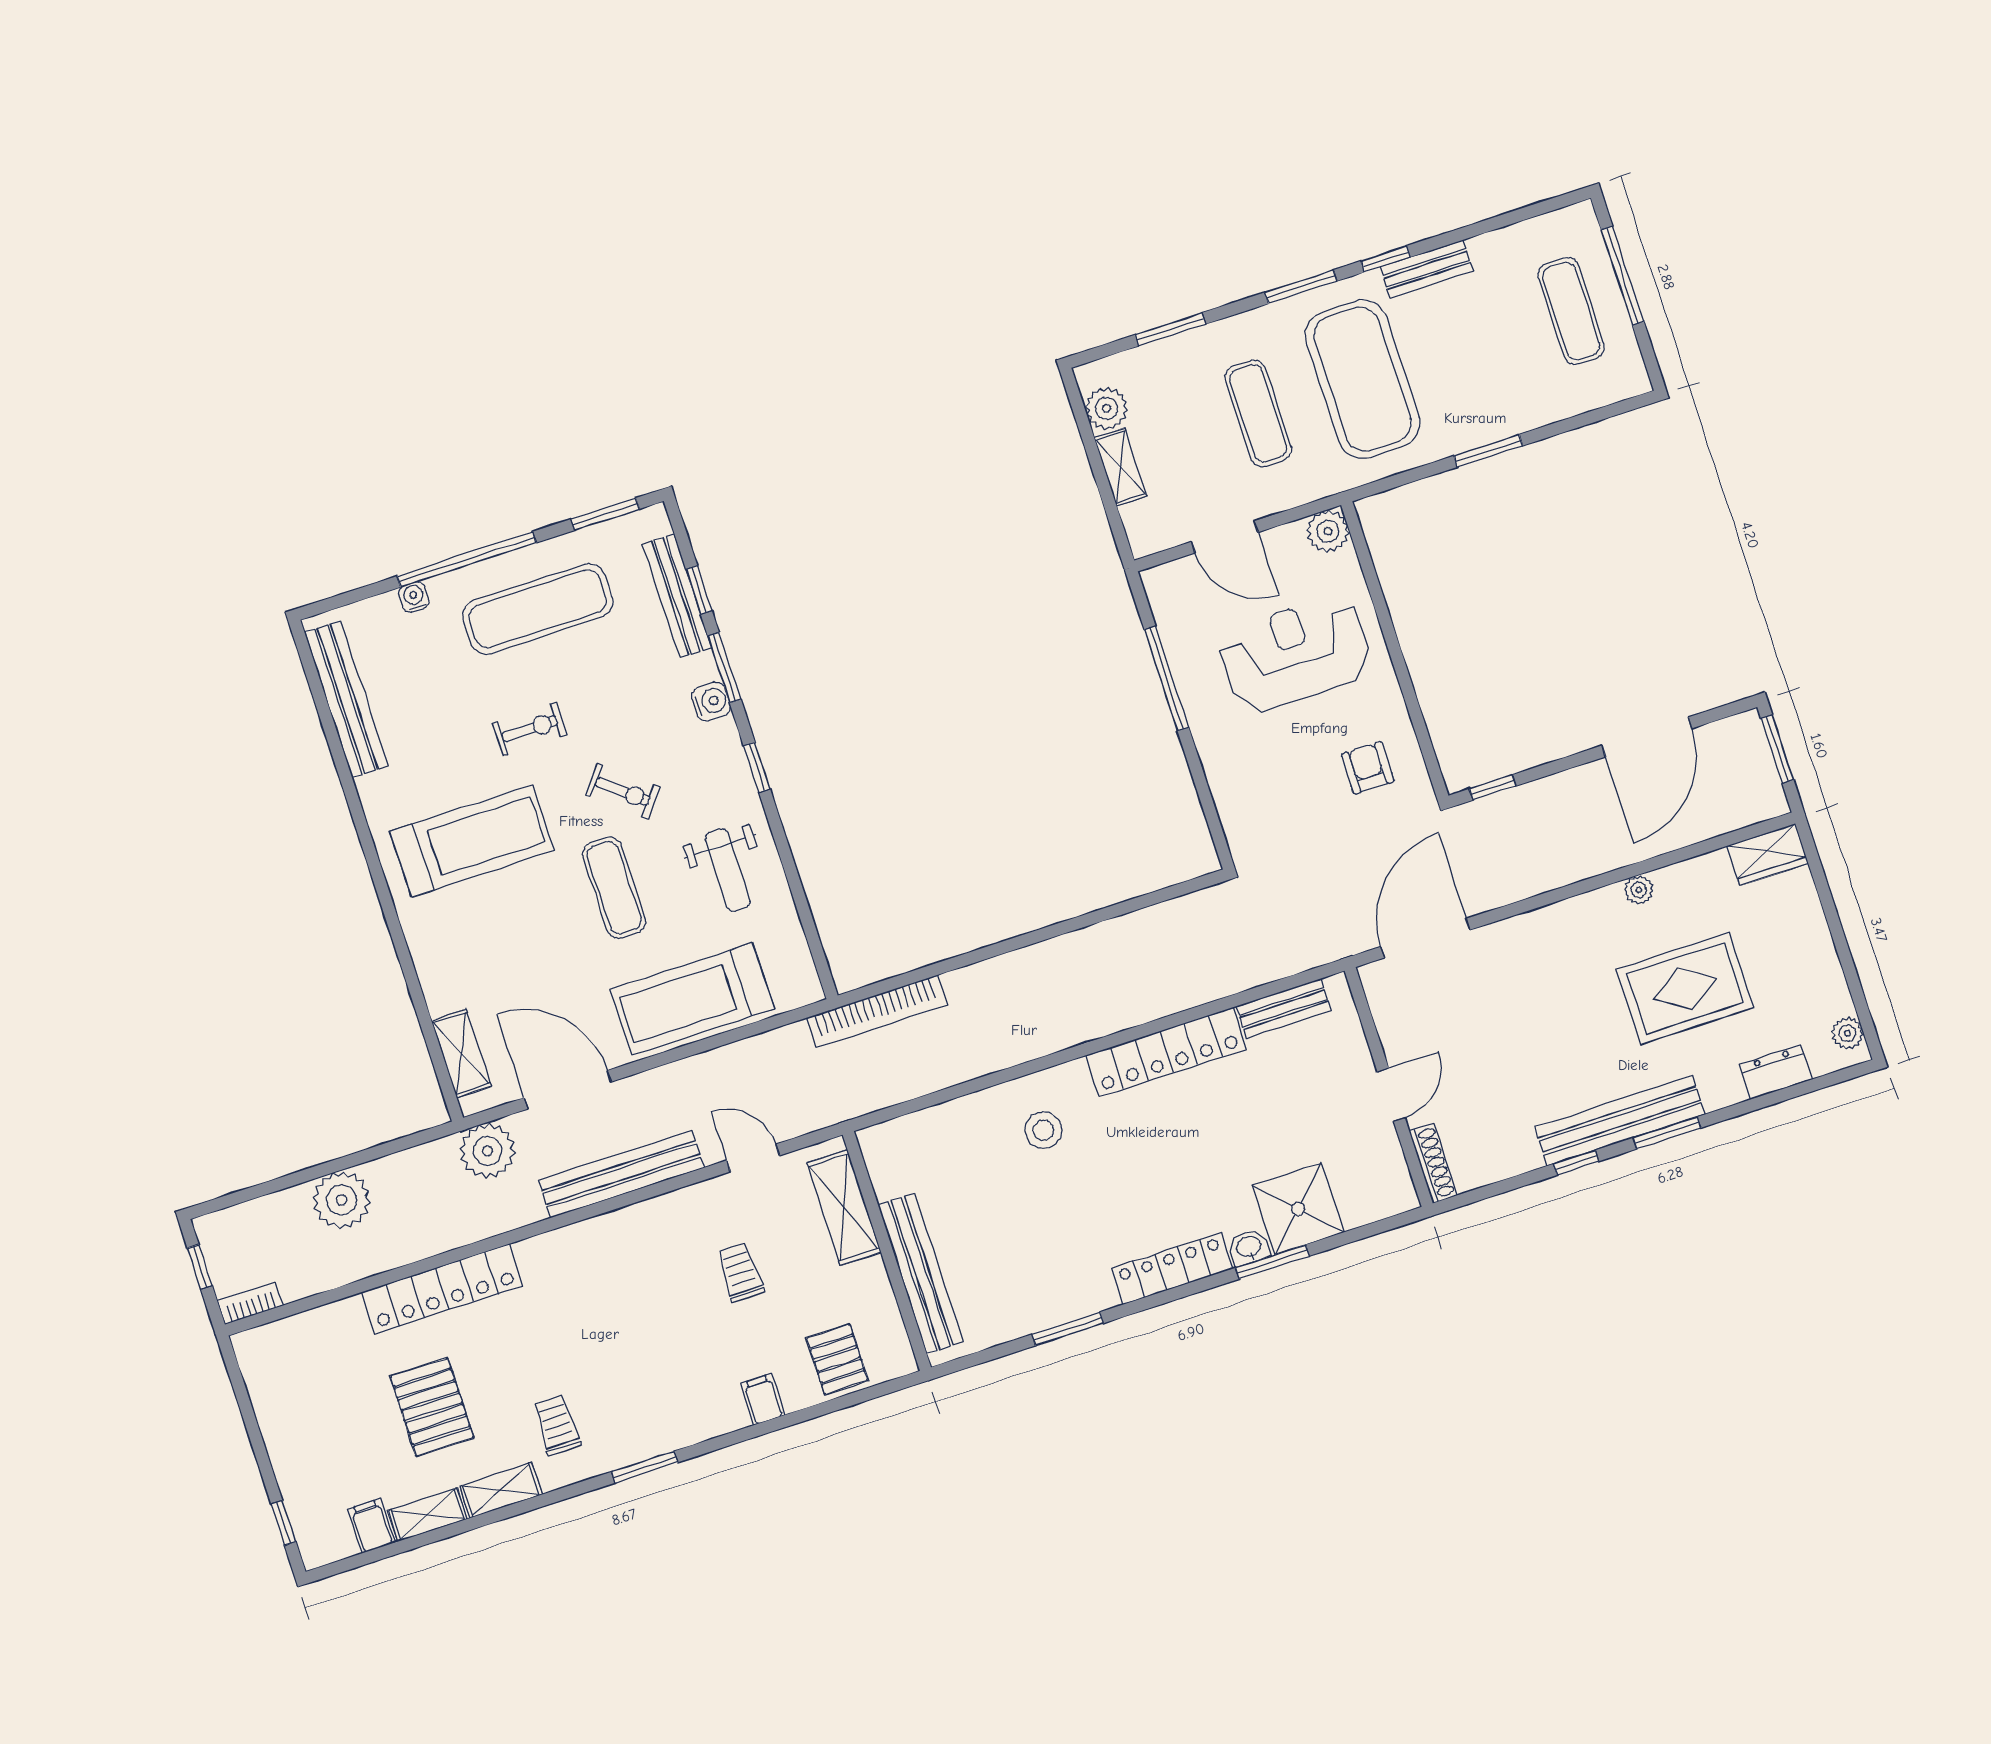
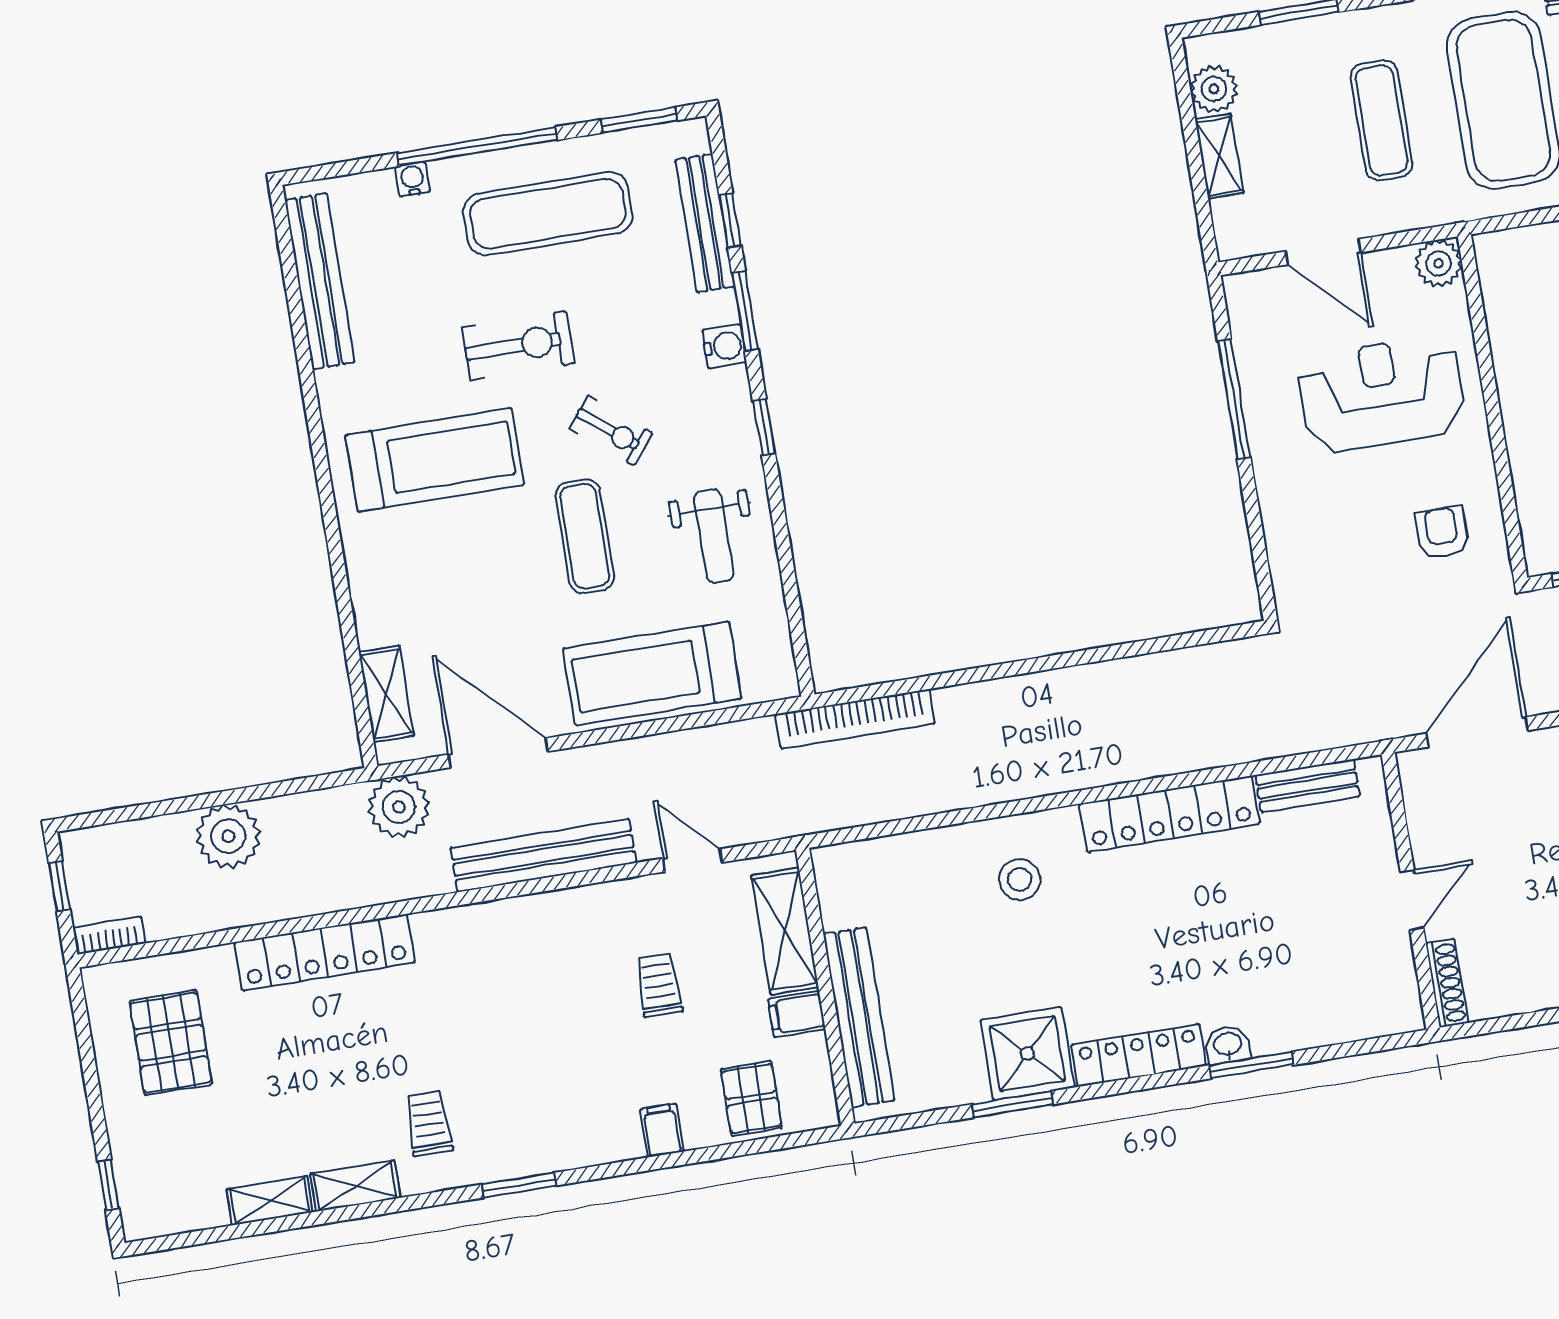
exercise bike: (530, 729) -> (518, 345), width x1.38, depth x1.39
shower: (1298, 1209) -> (1027, 1054), moved
pallet: (432, 1407) -> (171, 1043), moved
filing cabinet: (371, 1526) -> (797, 1014), moved, turned -90

